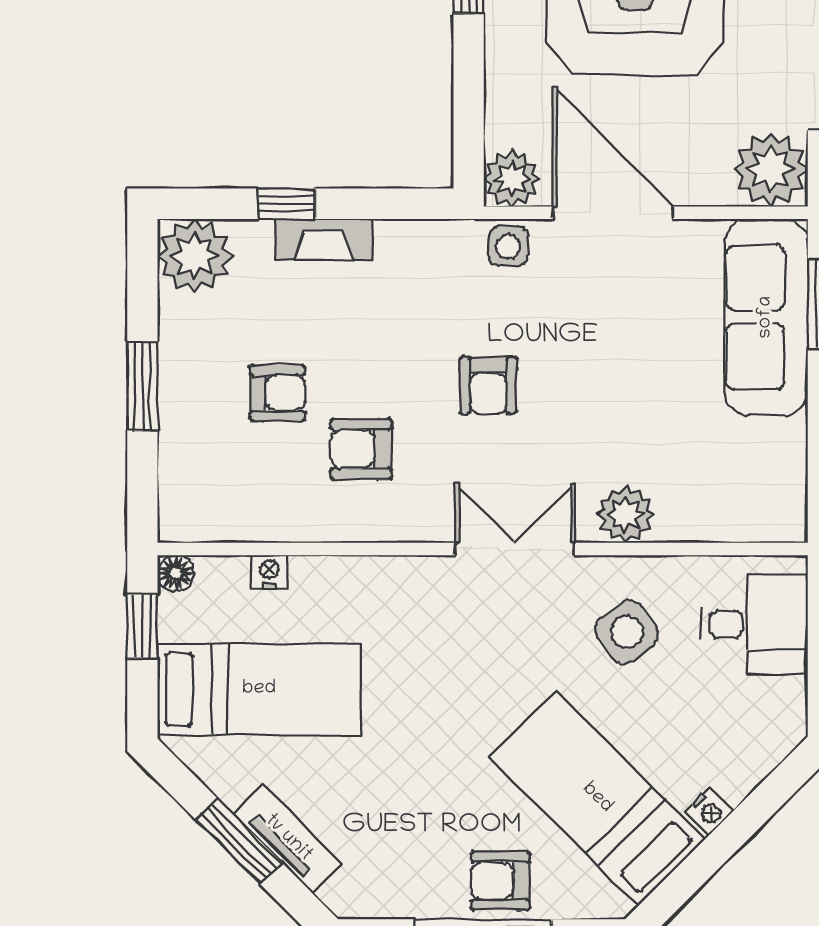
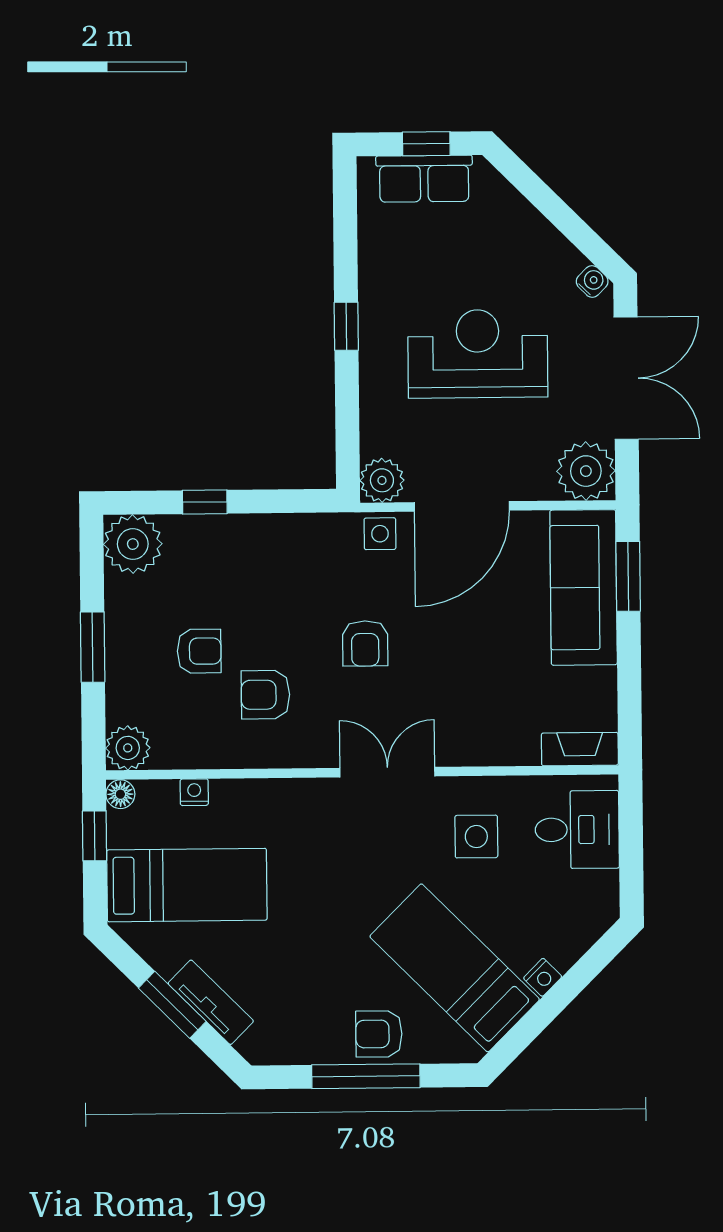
door: (613, 213) -> (462, 506), swing flipped
fireplace: (323, 240) -> (580, 749), moved, turned 180
plant: (626, 515) -> (128, 748), moved
side table: (627, 632) -> (476, 837), turned 35

